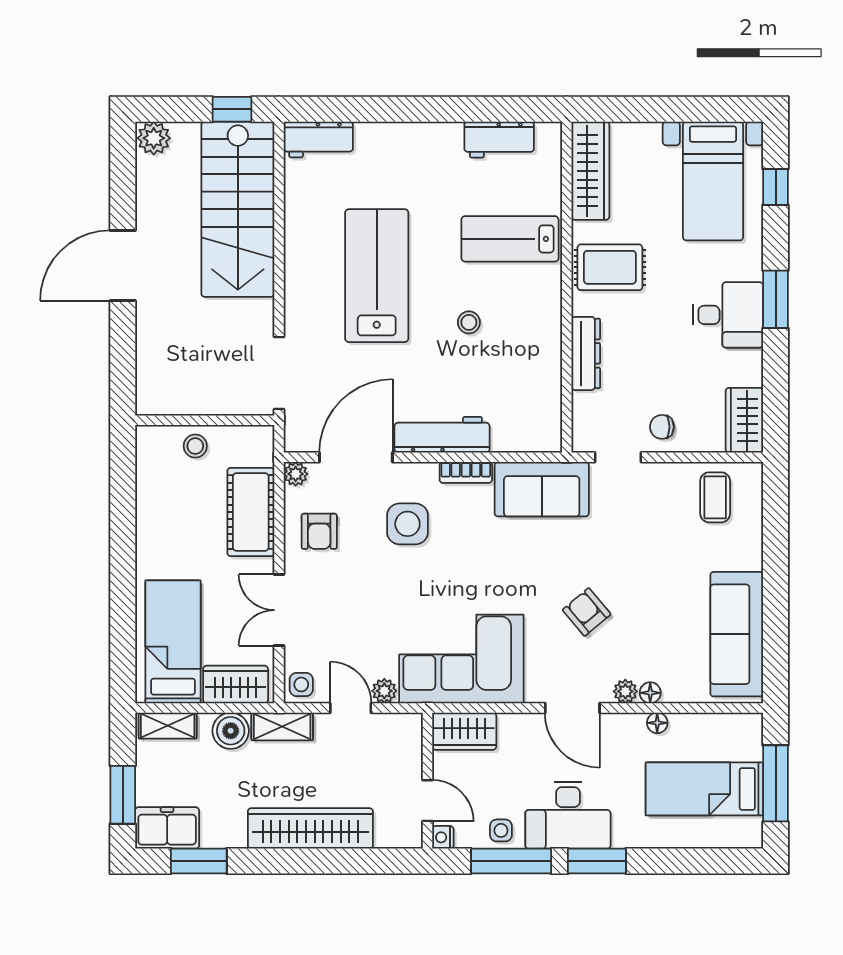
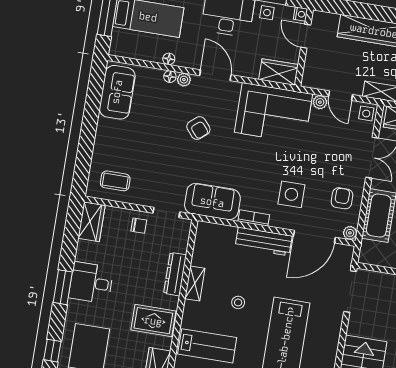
shelving: (549, 343) -> (195, 284), added
coffee table: (715, 497) -> (115, 181), turned 90
sofa: (737, 634) -> (117, 92), width x0.73

